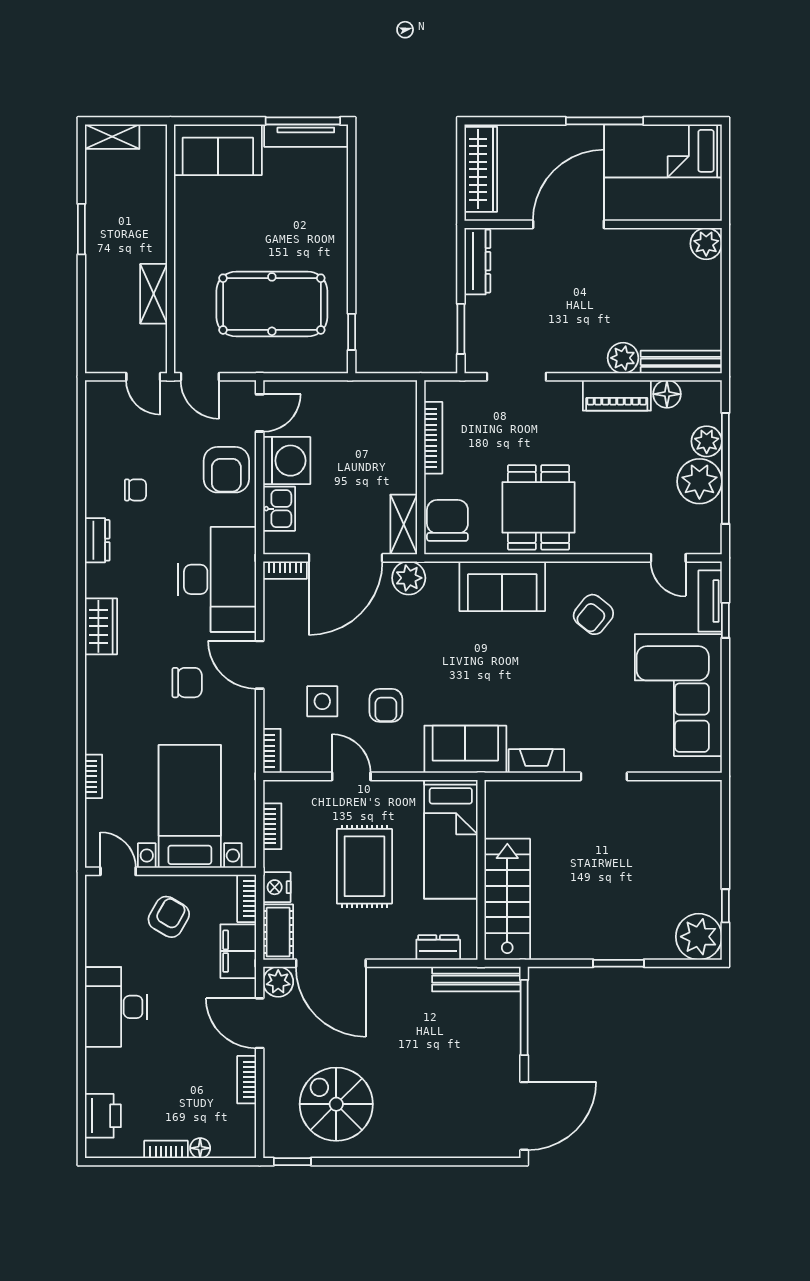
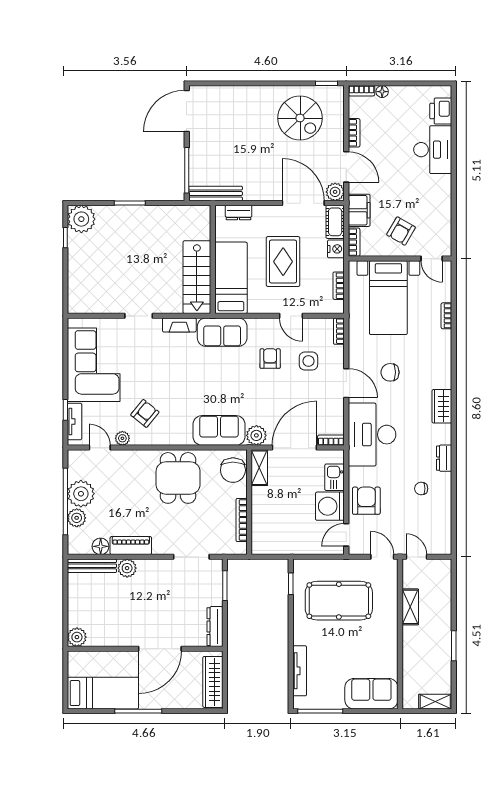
tv unit: (306, 136) -> (300, 671), moved, turned 90
plant: (631, 573) -> (122, 438), added
sofa: (502, 586) -> (219, 430), moved
stairs: (507, 899) -> (197, 277), moved
desk: (116, 1007) -> (433, 150), moved
bookcase: (166, 1149) -> (361, 91), moved

